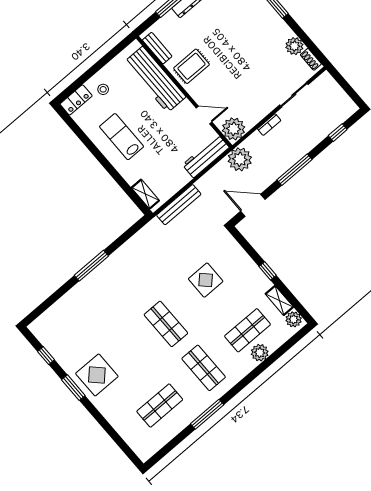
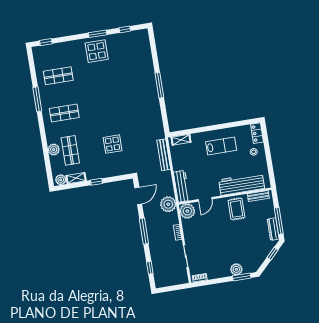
plant: (294, 46) -> (236, 269), moved
shop shelf: (166, 324) -> (102, 107), removed
shop shelf: (160, 406) -> (58, 76), turned 90
window: (126, 449) -> (46, 42), added

